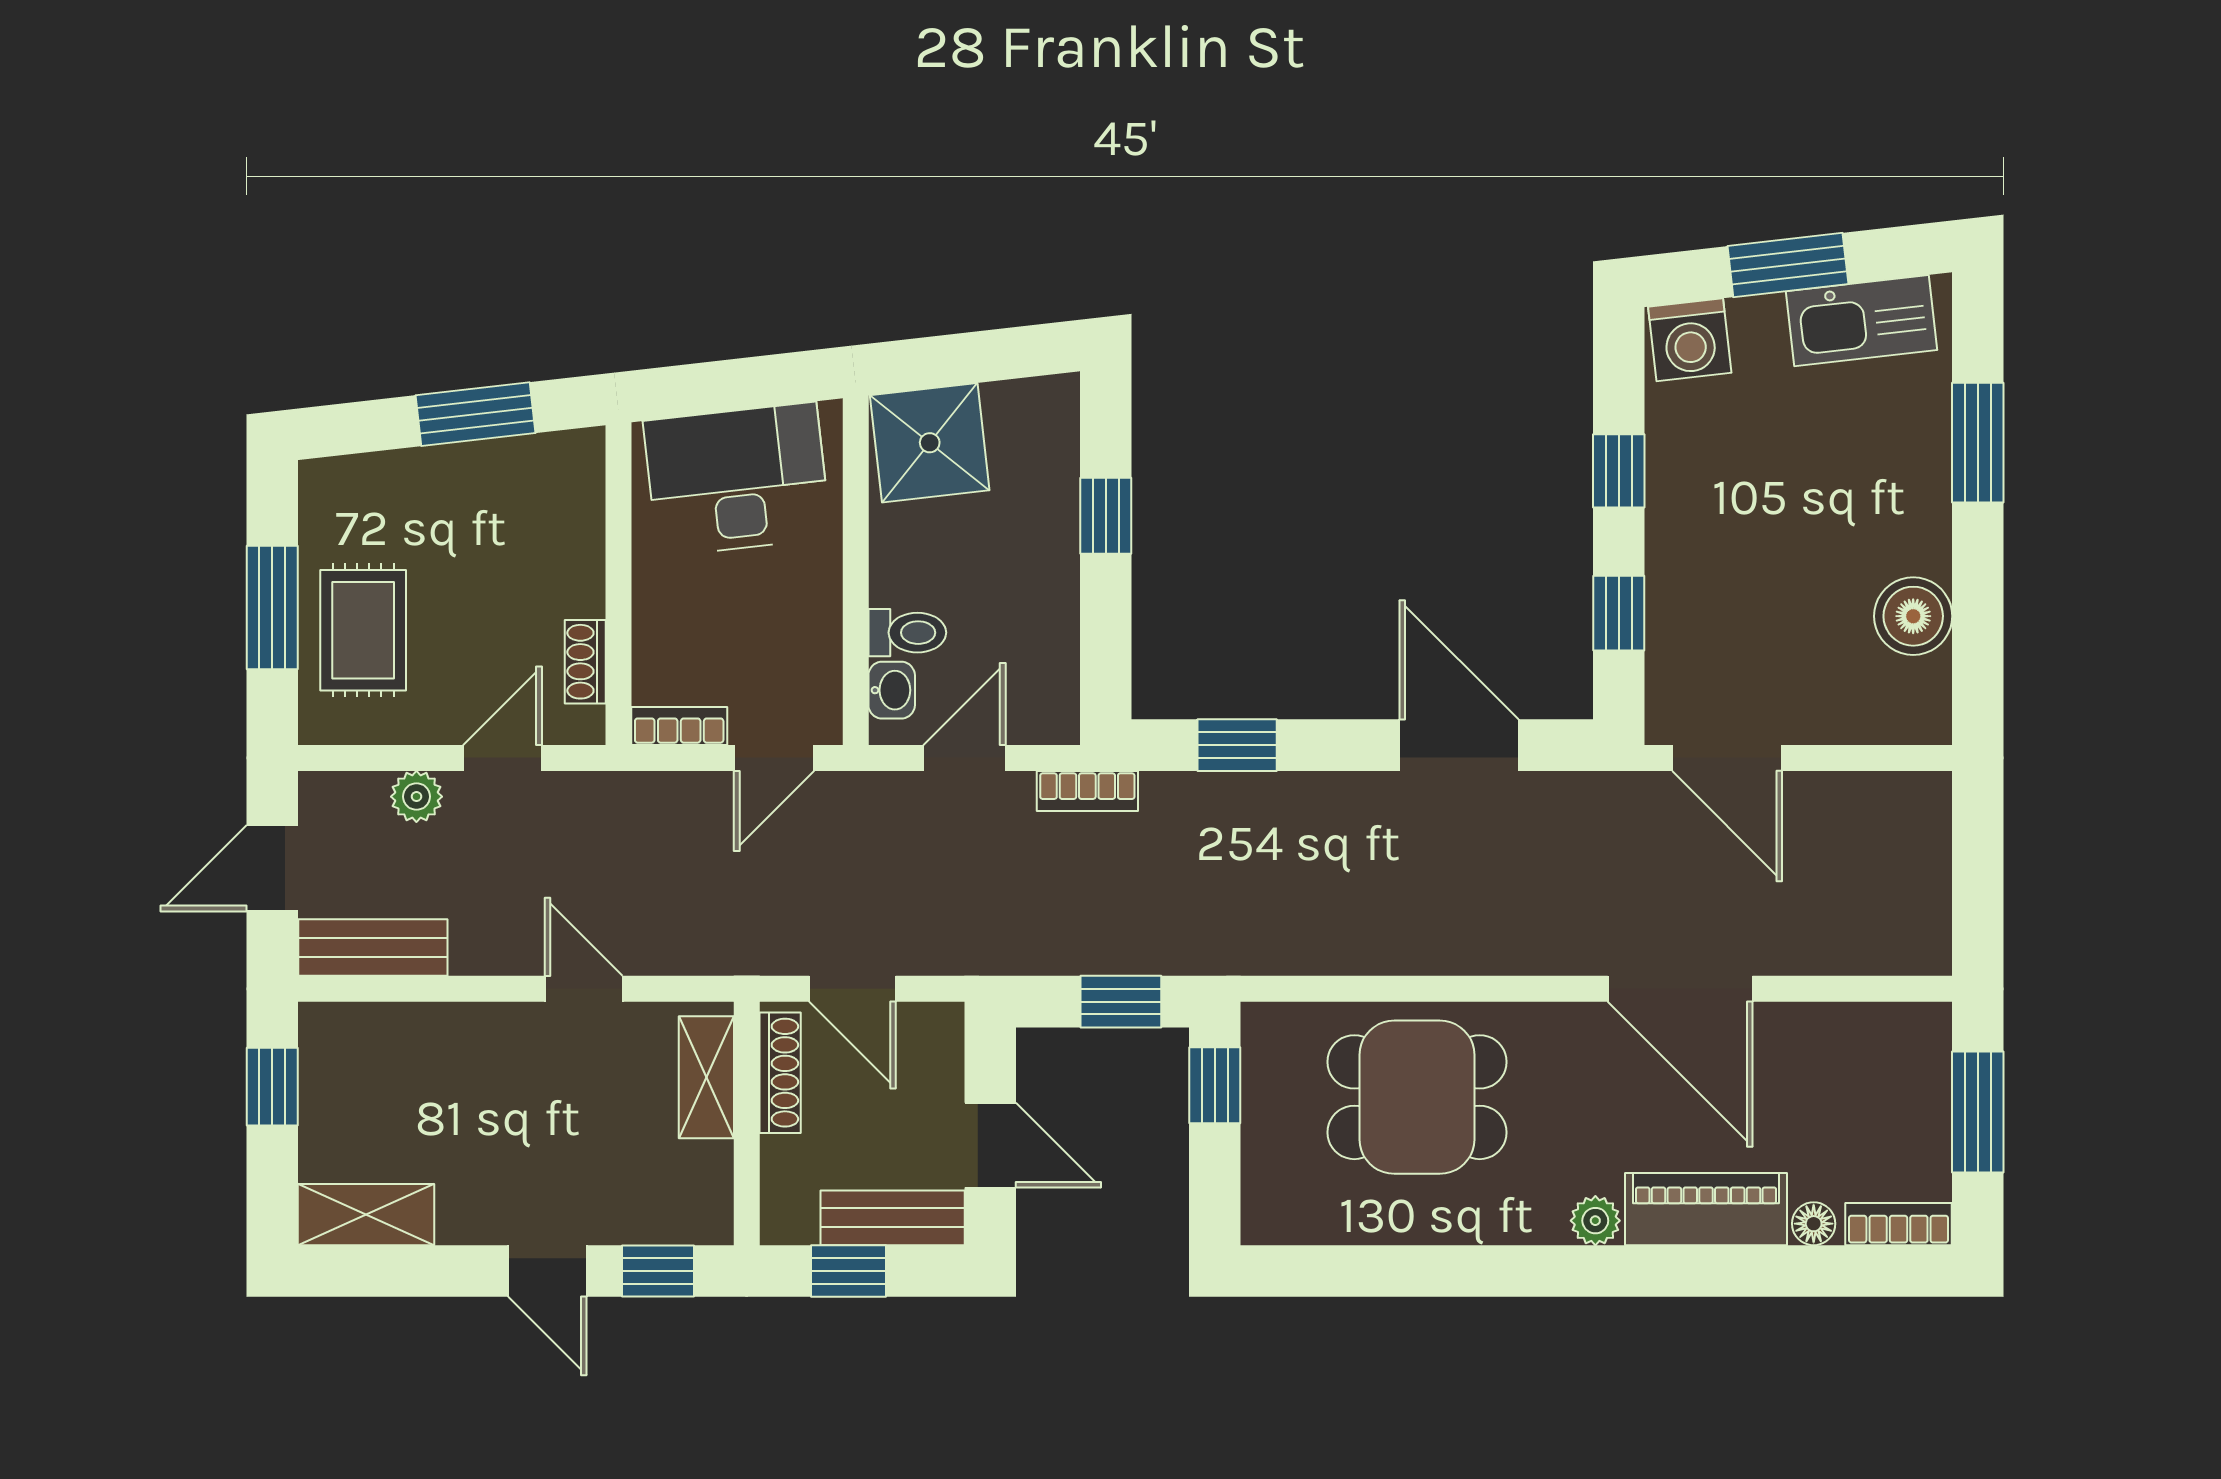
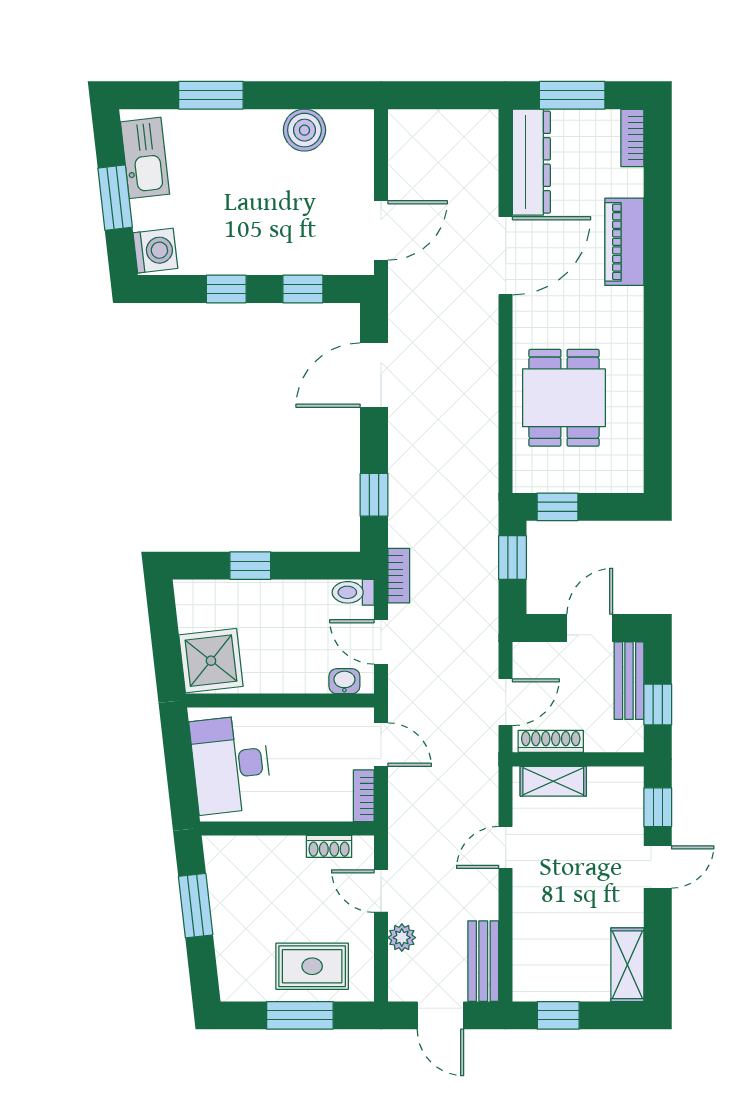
toilet: (907, 633) -> (353, 592), moved, turned -90
dresser: (1854, 1037) -> (531, 162), added
plant: (1595, 1221) -> (631, 302), removed
floor lamp: (1814, 1224) -> (632, 184), removed

